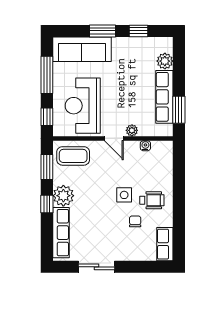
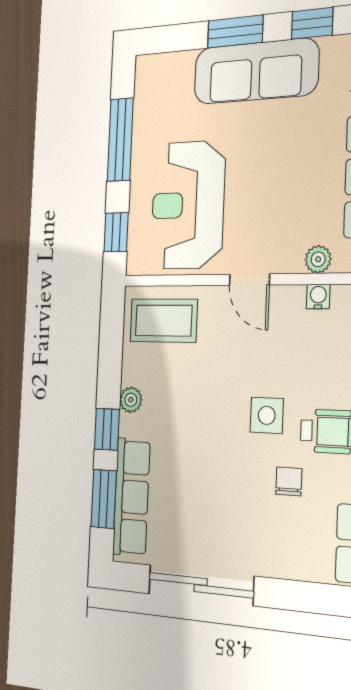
sofa: (82, 49) -> (256, 71), moved
plant: (132, 130) -> (318, 259), moved
window: (47, 167) -> (104, 499), moved
plant: (63, 196) -> (131, 400), width x0.53, depth x0.53
sliding door: (96, 267) -> (201, 585), width x1.37

